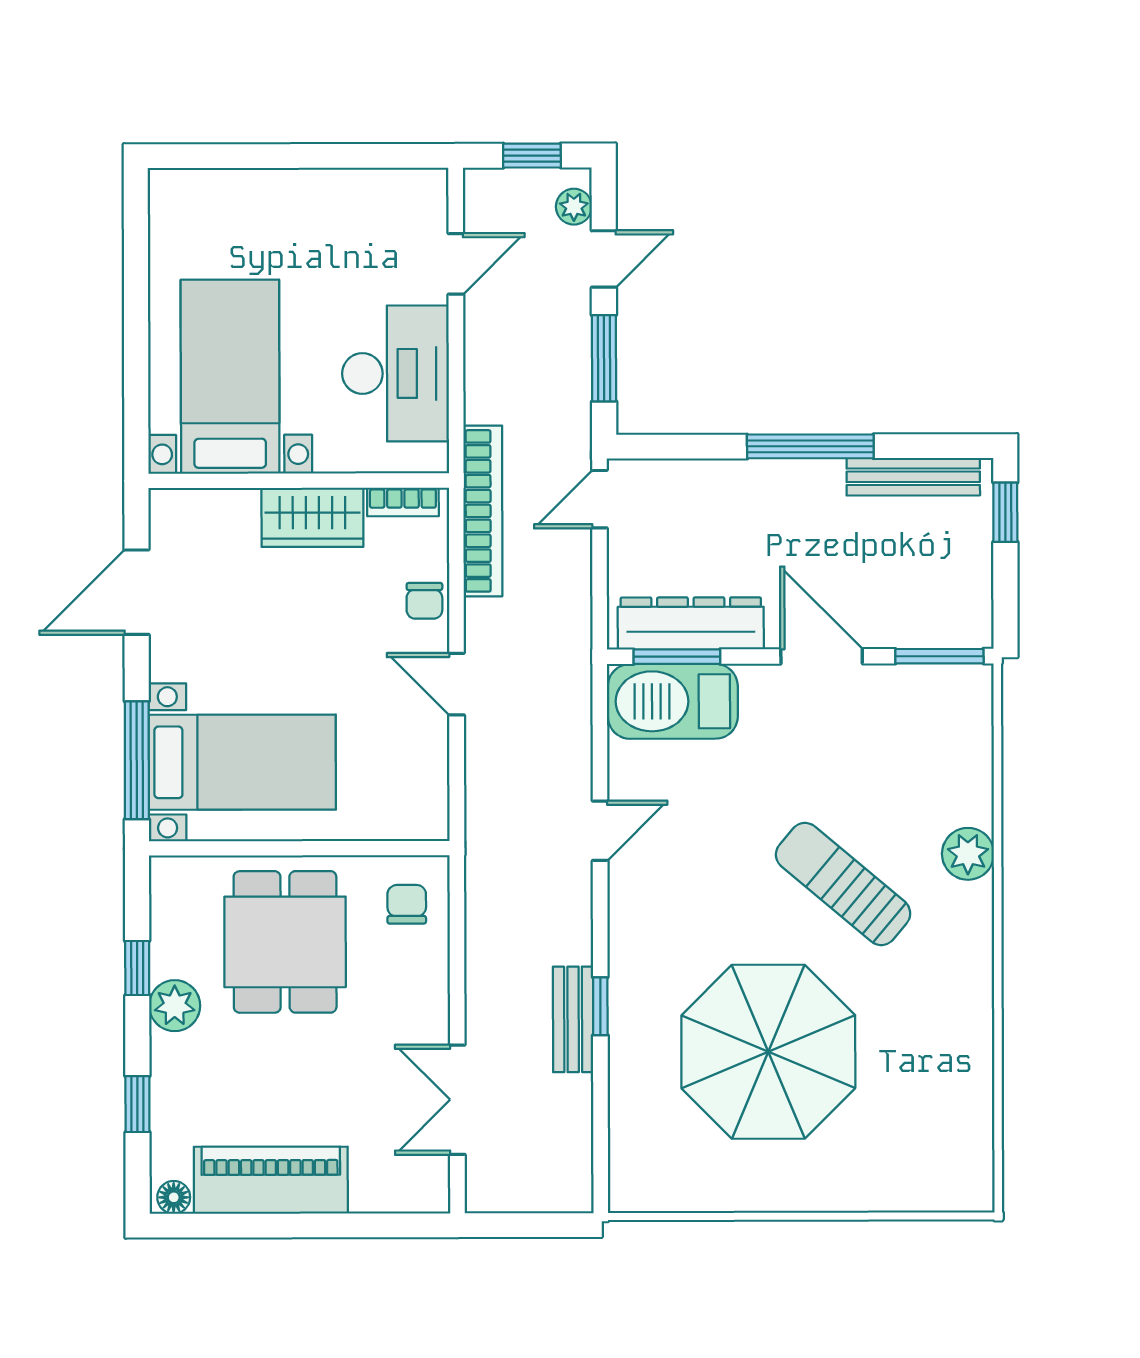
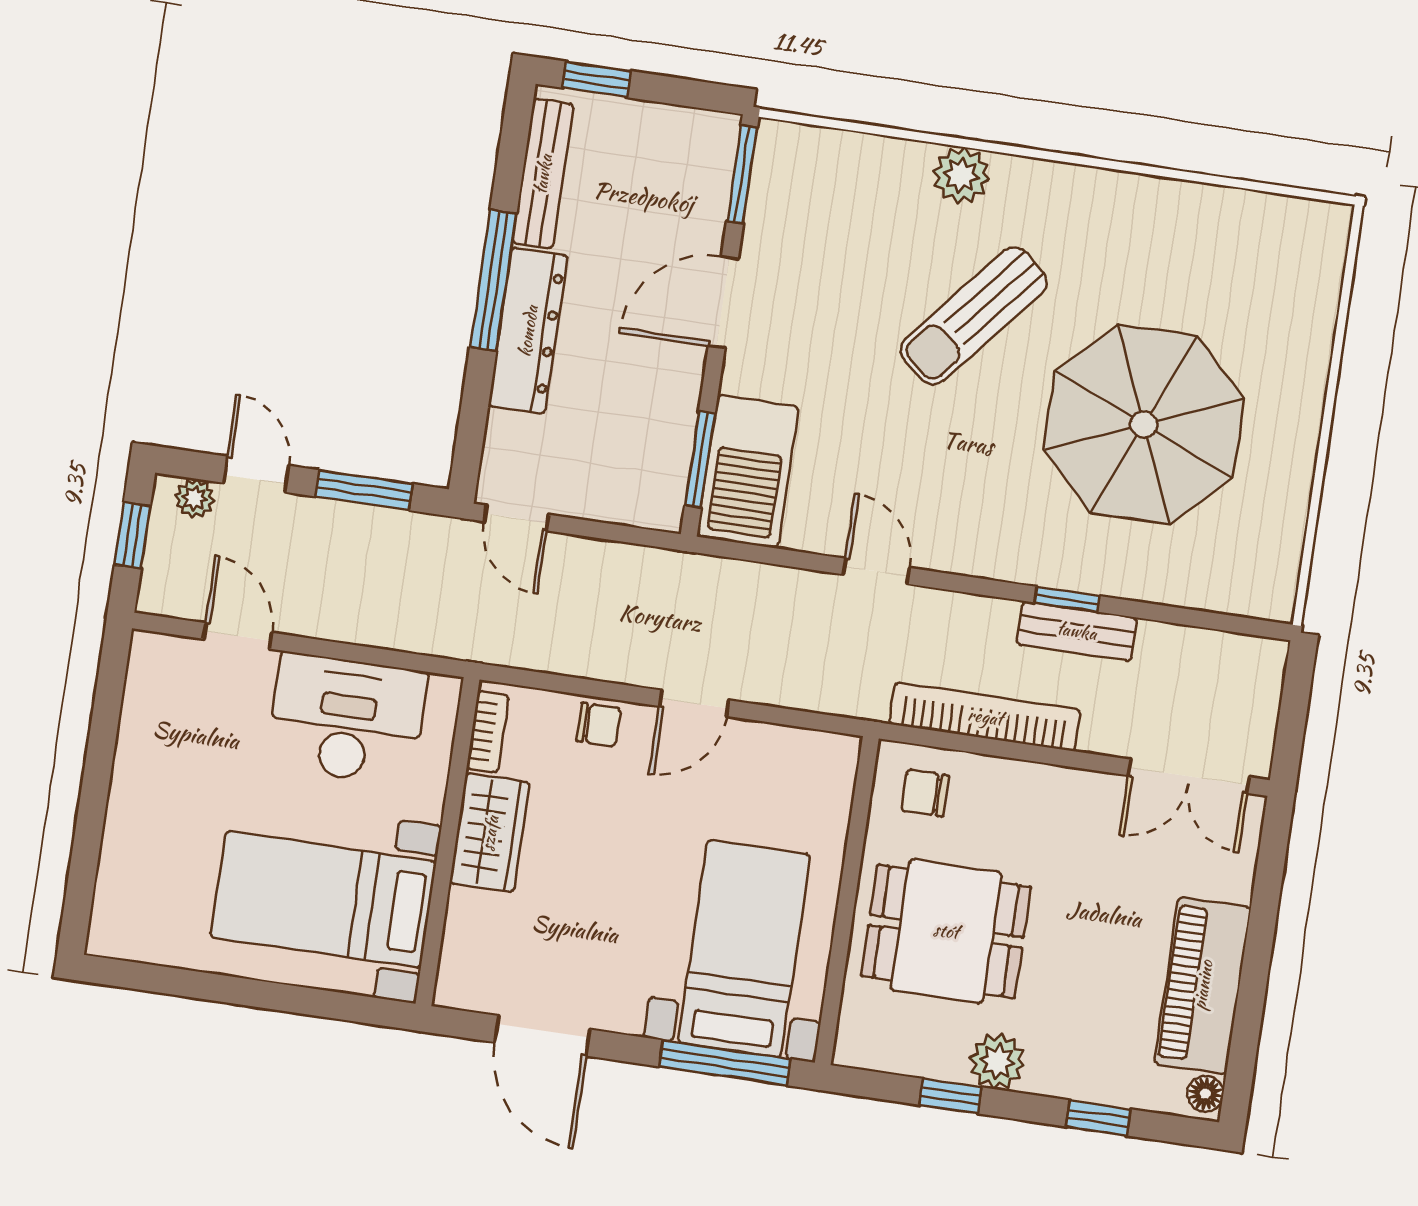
bookcase: (483, 511) -> (985, 717), moved
dresser: (691, 623) -> (528, 331), moved, turned 180
double door: (457, 1100) -> (1189, 776), moved

